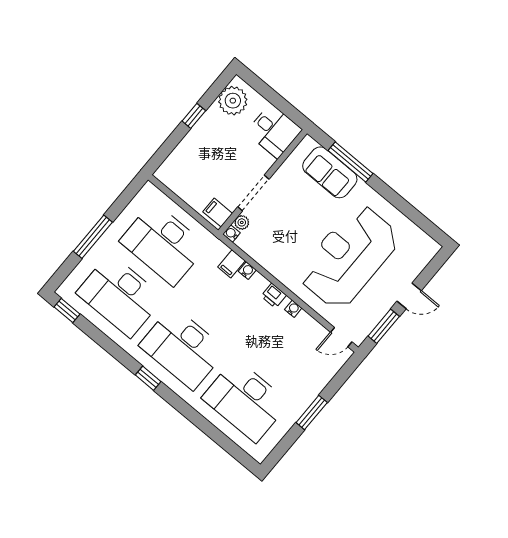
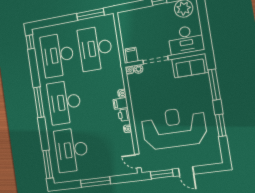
desk: (274, 131) -> (186, 40), width x1.37
sofa: (330, 172) -> (190, 66), moved, turned -90
window: (401, 204) -> (221, 125), added
window: (93, 237) -> (90, 14), moved
filing cabinet: (231, 264) -> (121, 103), moved
window: (148, 378) -> (39, 102), width x2.17
window: (312, 412) -> (95, 182), width x1.44
window: (231, 447) -> (48, 164), added

